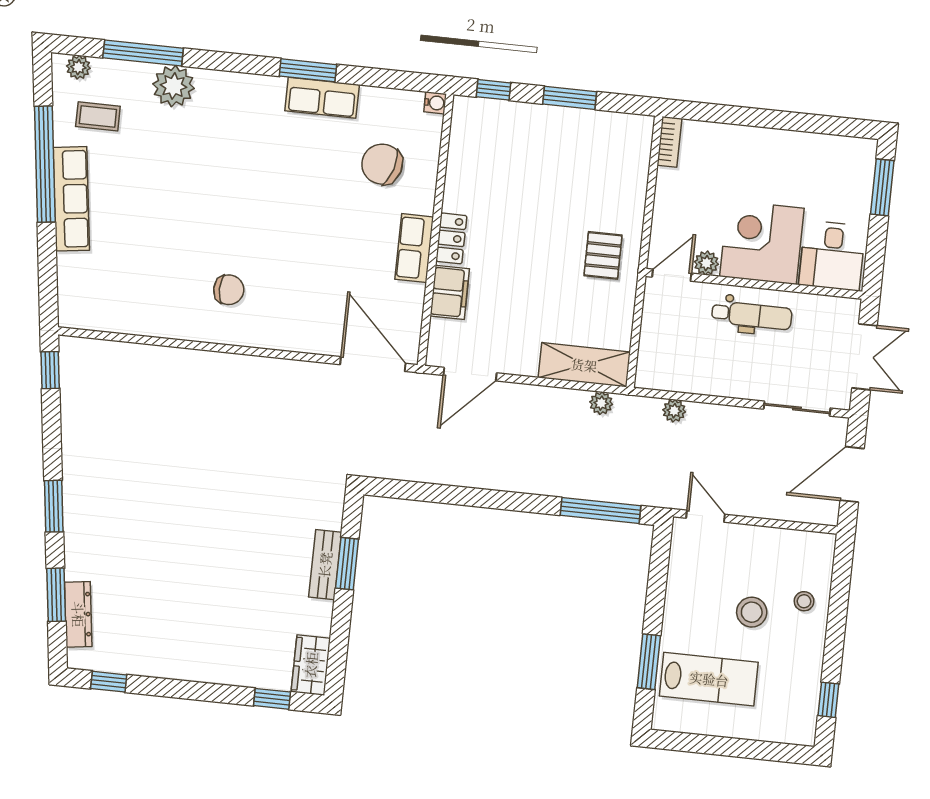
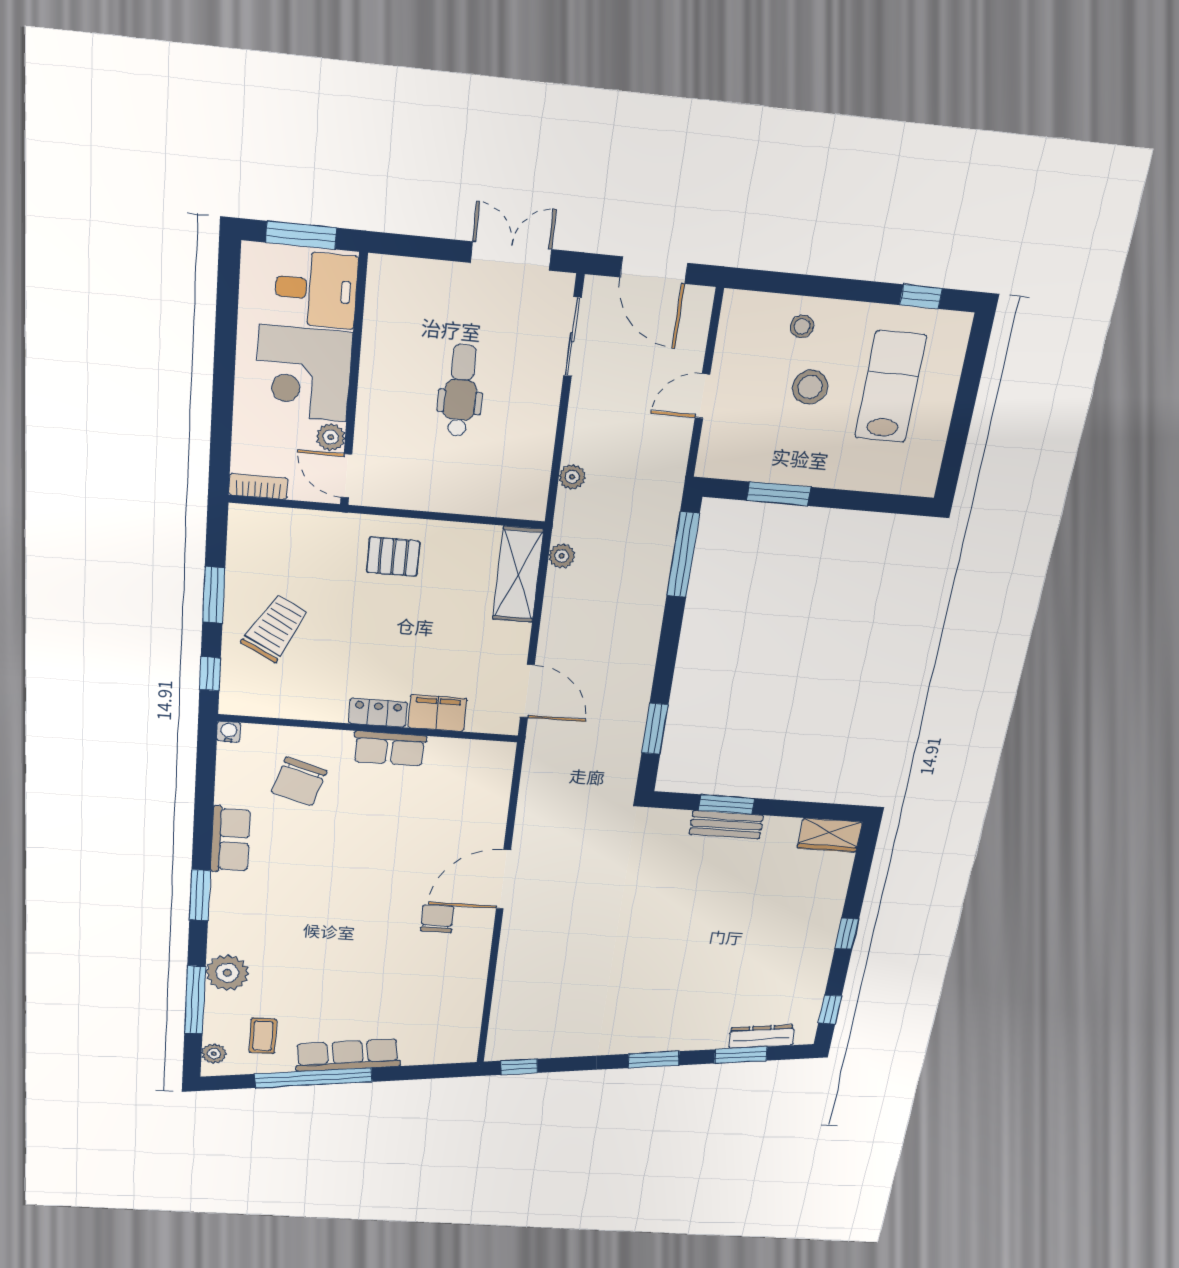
window: (308, 70) -> (200, 895), moved
trolley: (537, 150) -> (275, 628), added
corner desk: (762, 242) -> (303, 373), moved
desk: (832, 256) -> (316, 289), moved
plant: (706, 263) -> (331, 437), moved
door: (672, 275) -> (346, 476), moved
wall: (754, 284) -> (354, 382), moved
door: (373, 364) -> (503, 880), moved
window: (429, 492) -> (655, 729), added
door: (705, 516) -> (703, 396), moved
window: (649, 662) -> (779, 494), moved
lab bench: (709, 679) -> (890, 387), moved
window: (272, 699) -> (847, 934), moved

